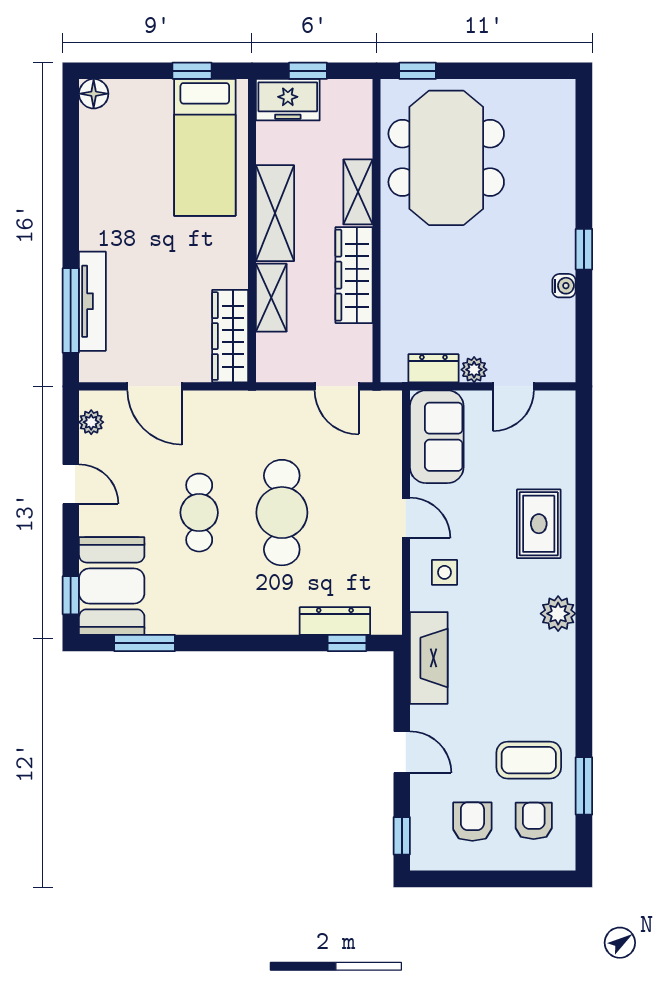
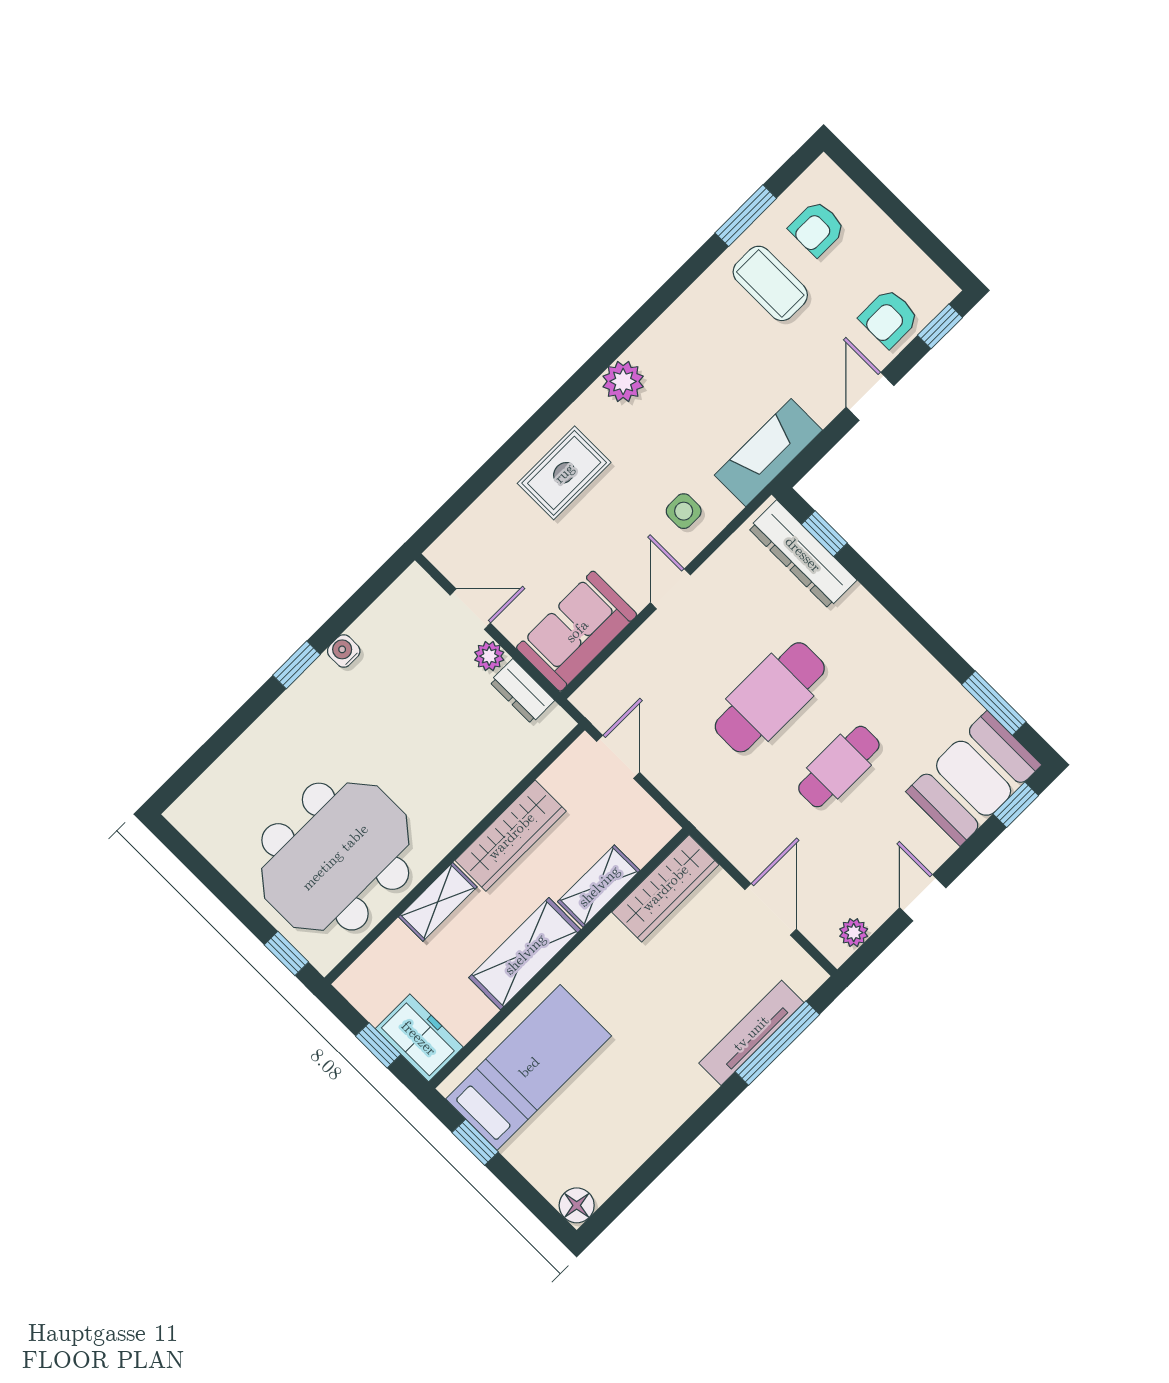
dresser: (335, 621) -> (803, 554), width x1.37, depth x1.24
armchair: (472, 822) -> (889, 318), moved

